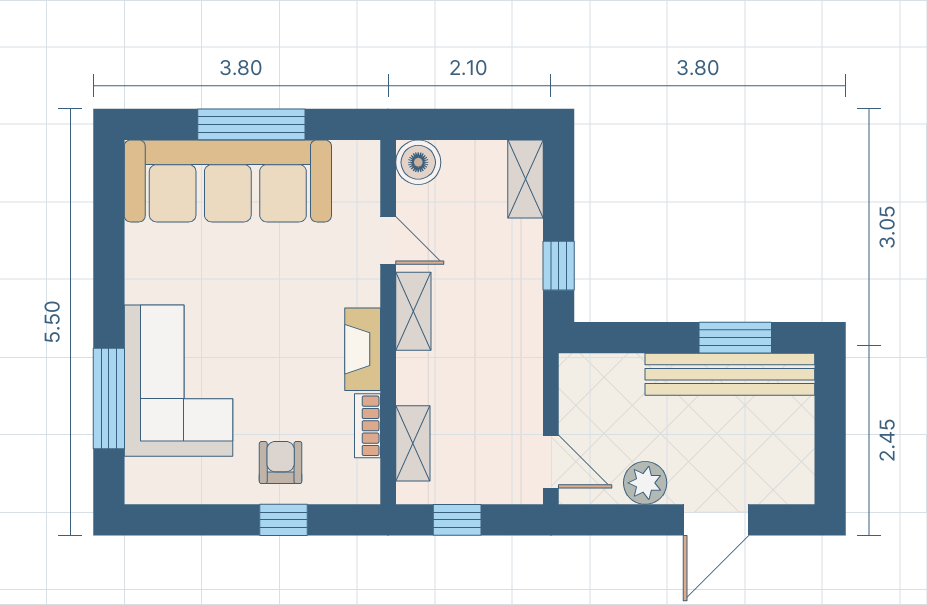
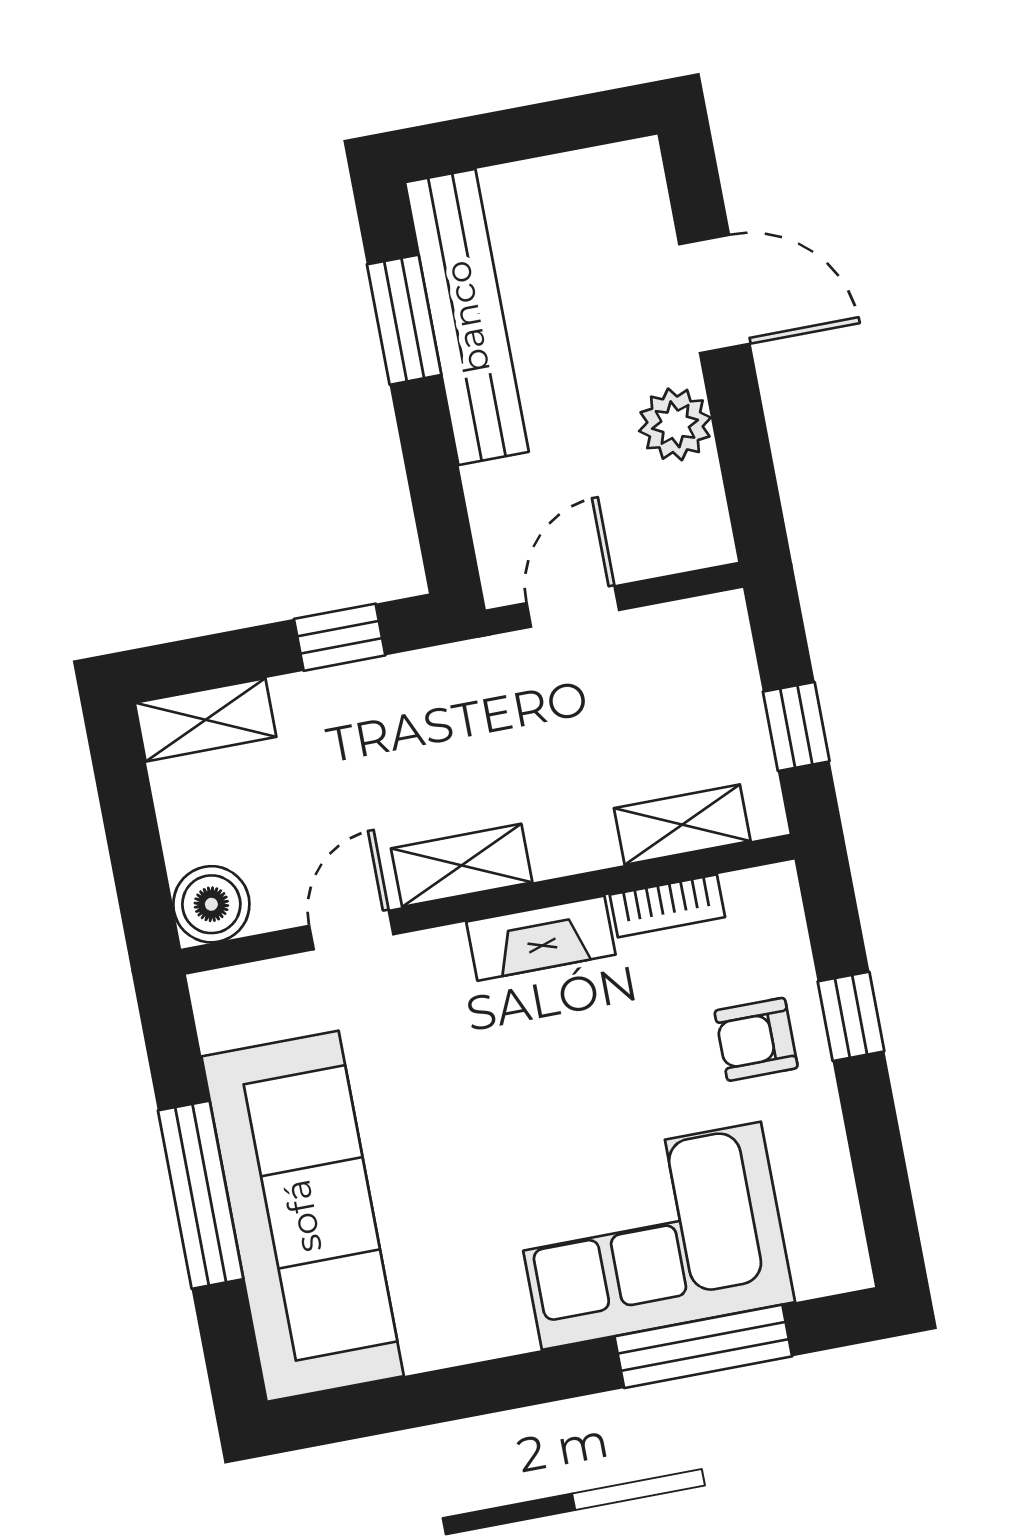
door: (551, 462) -> (573, 607), moved

